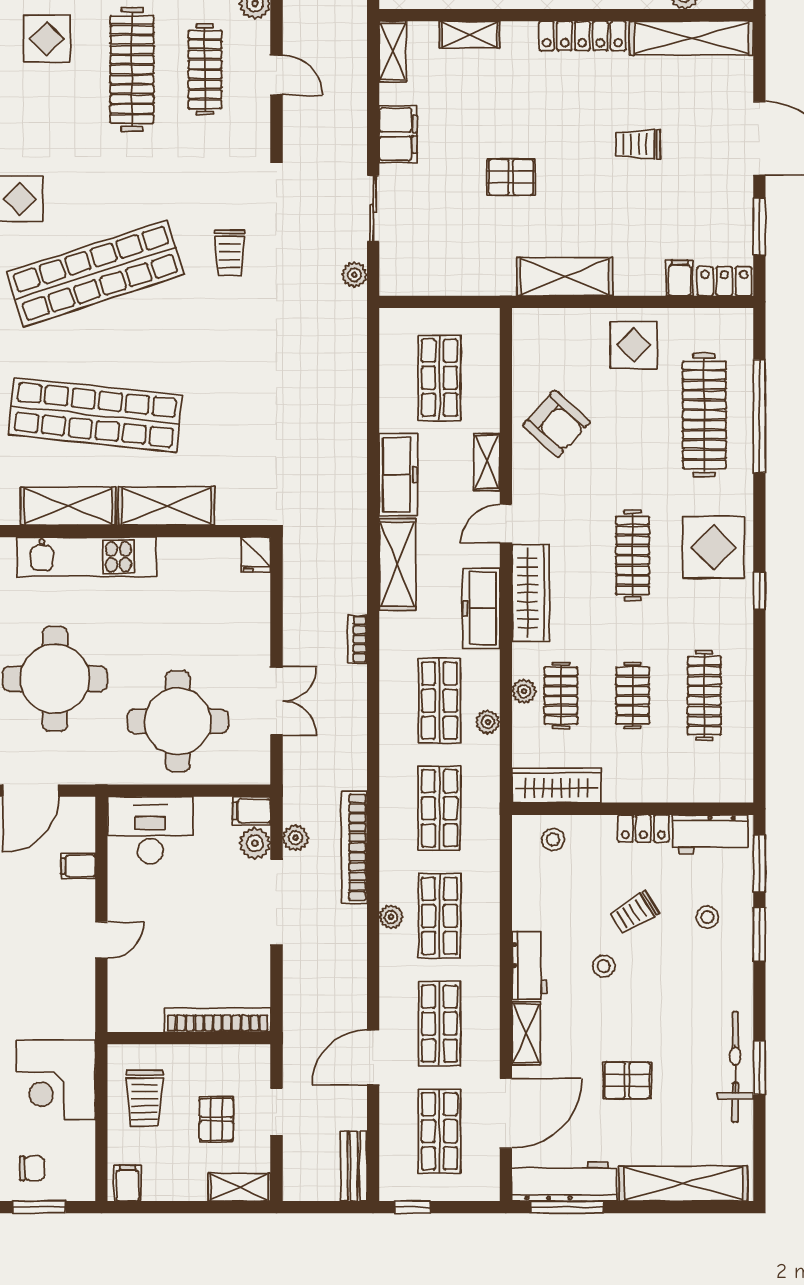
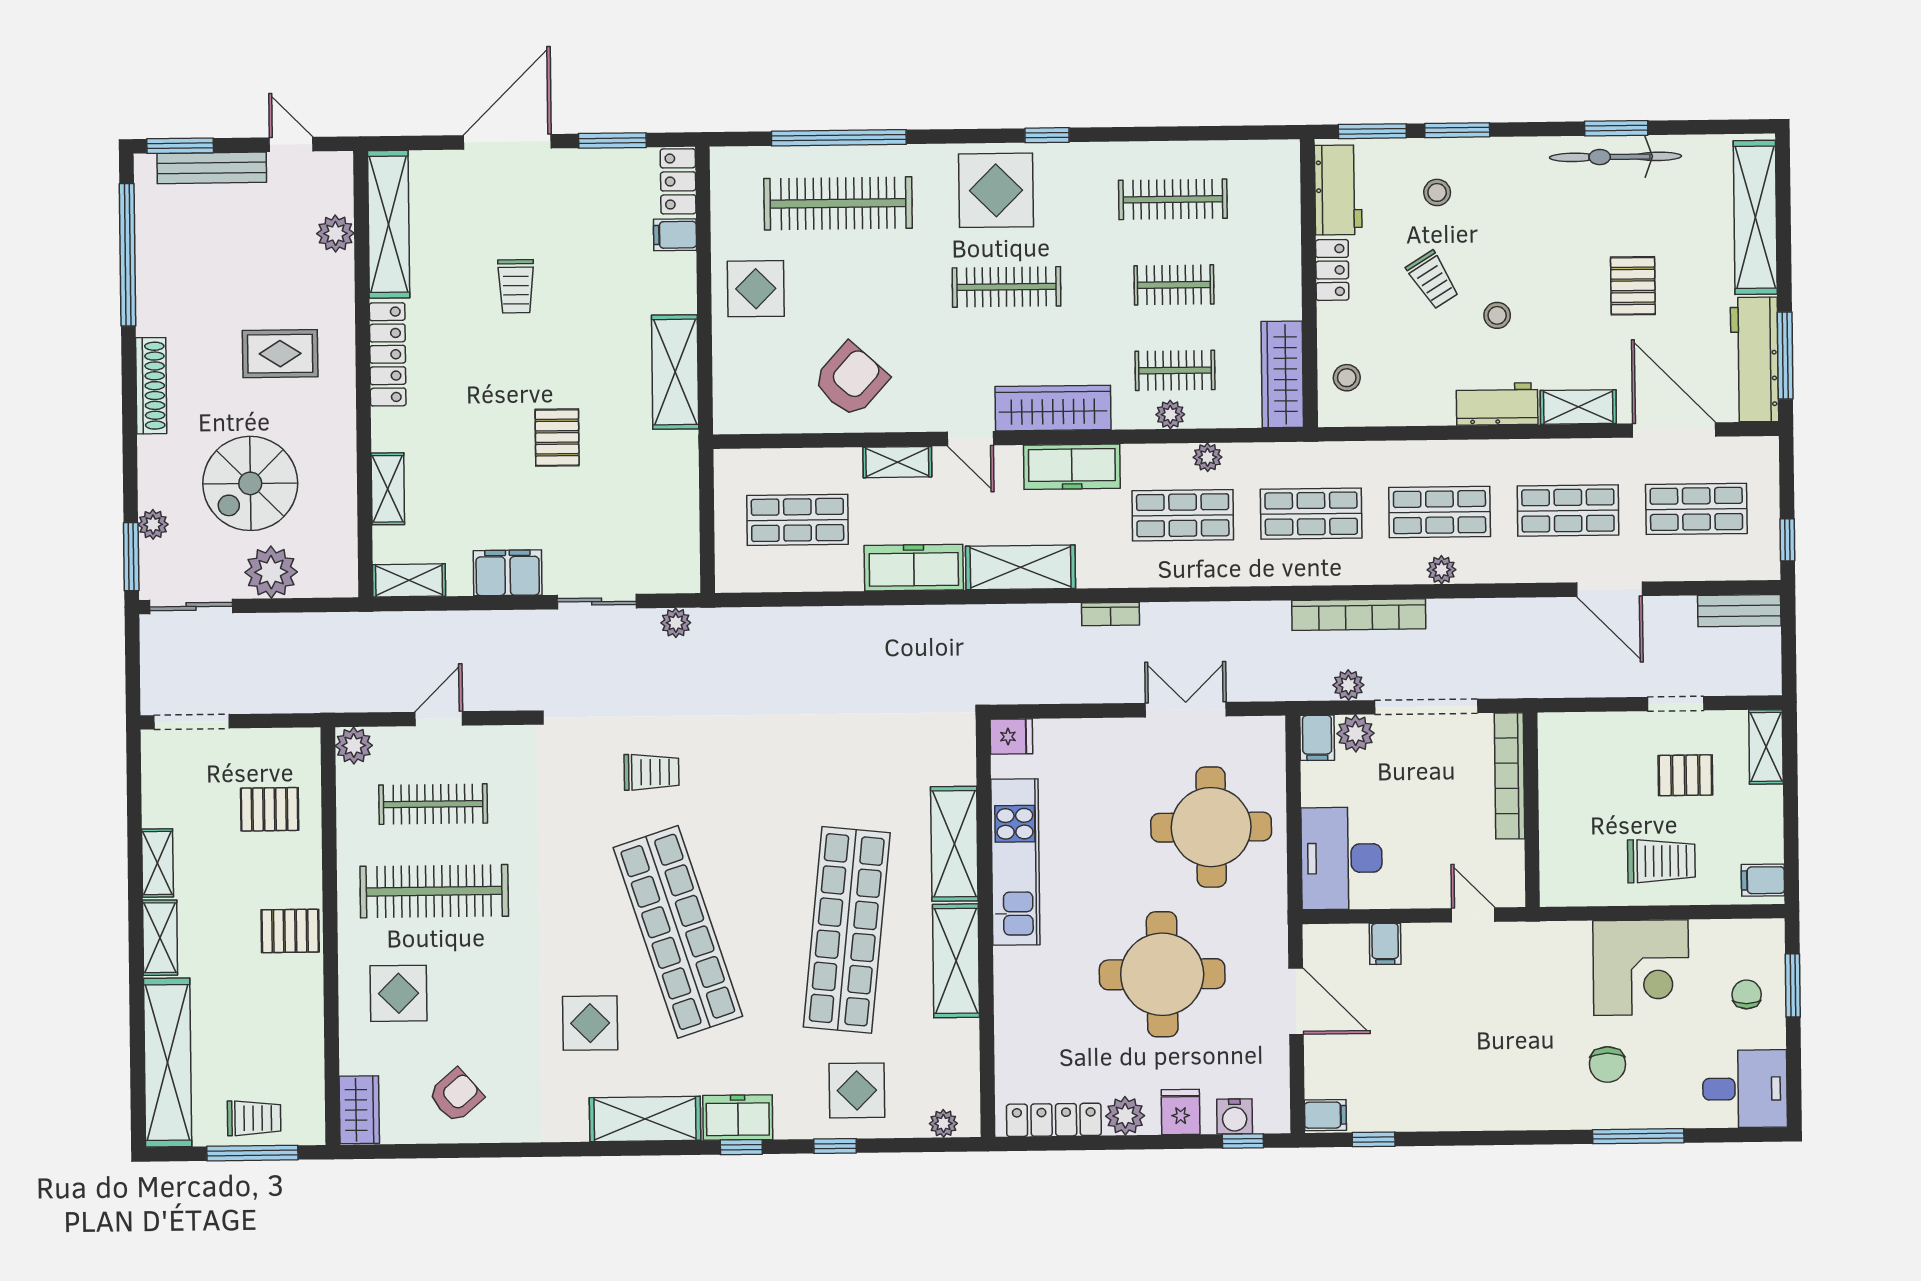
kitchen unit: (86, 557) -> (1015, 862), moved
bookcase: (218, 1020) -> (1509, 776), moved
wall: (189, 1038) -> (1531, 810), moved

